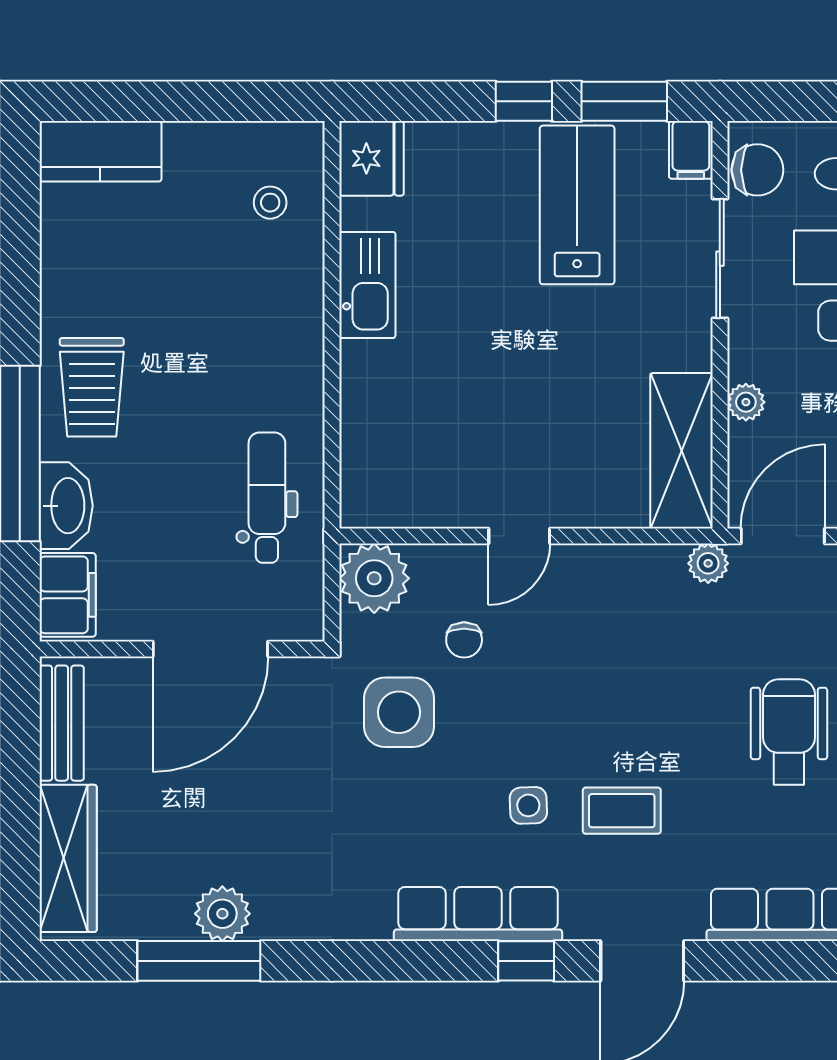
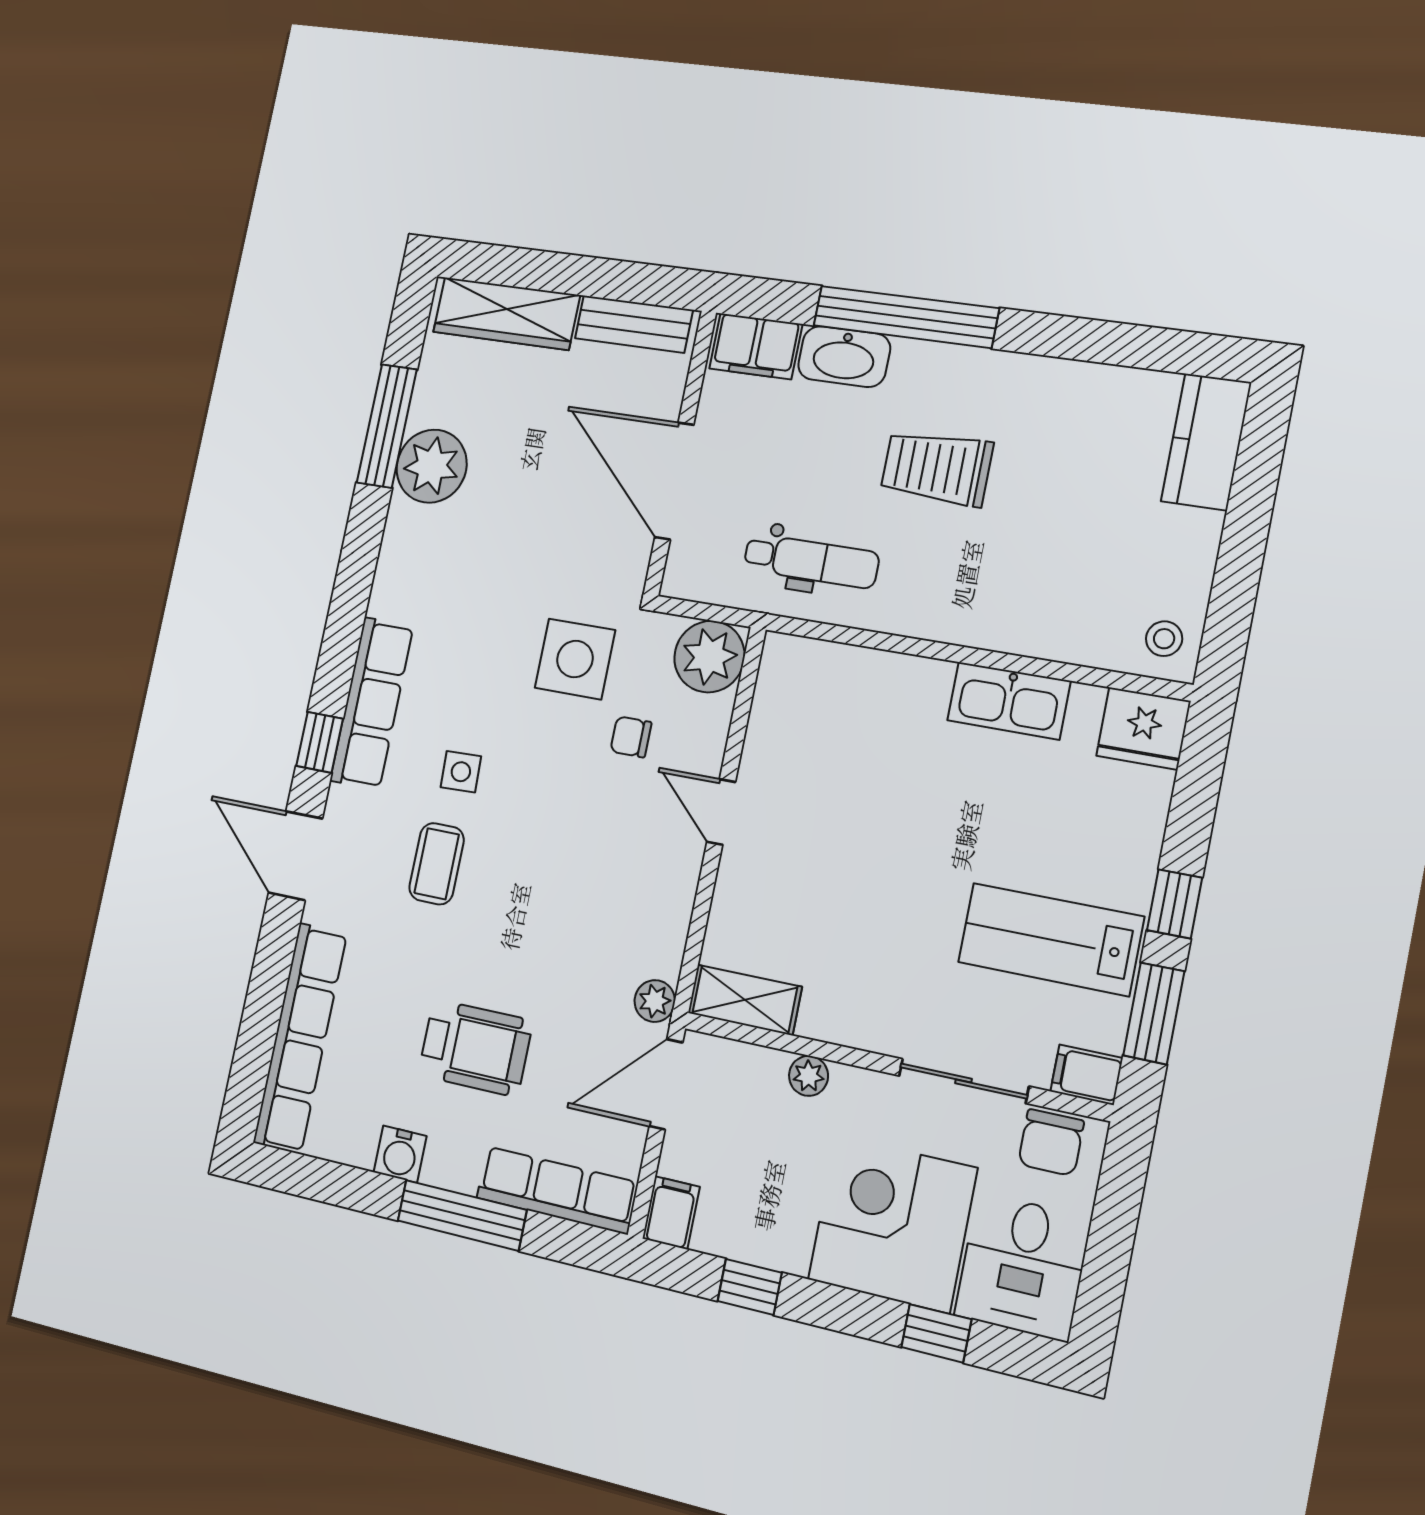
stool: (270, 203) -> (1164, 639), moved
lab bench: (577, 205) -> (1051, 939), turned 180
trolley: (92, 387) -> (937, 468), moved
shelving: (681, 451) -> (745, 1000), width x0.67, depth x0.75
door: (783, 536) -> (666, 1084), swing flipped
plant: (222, 914) -> (432, 466), width x1.36, depth x1.36

